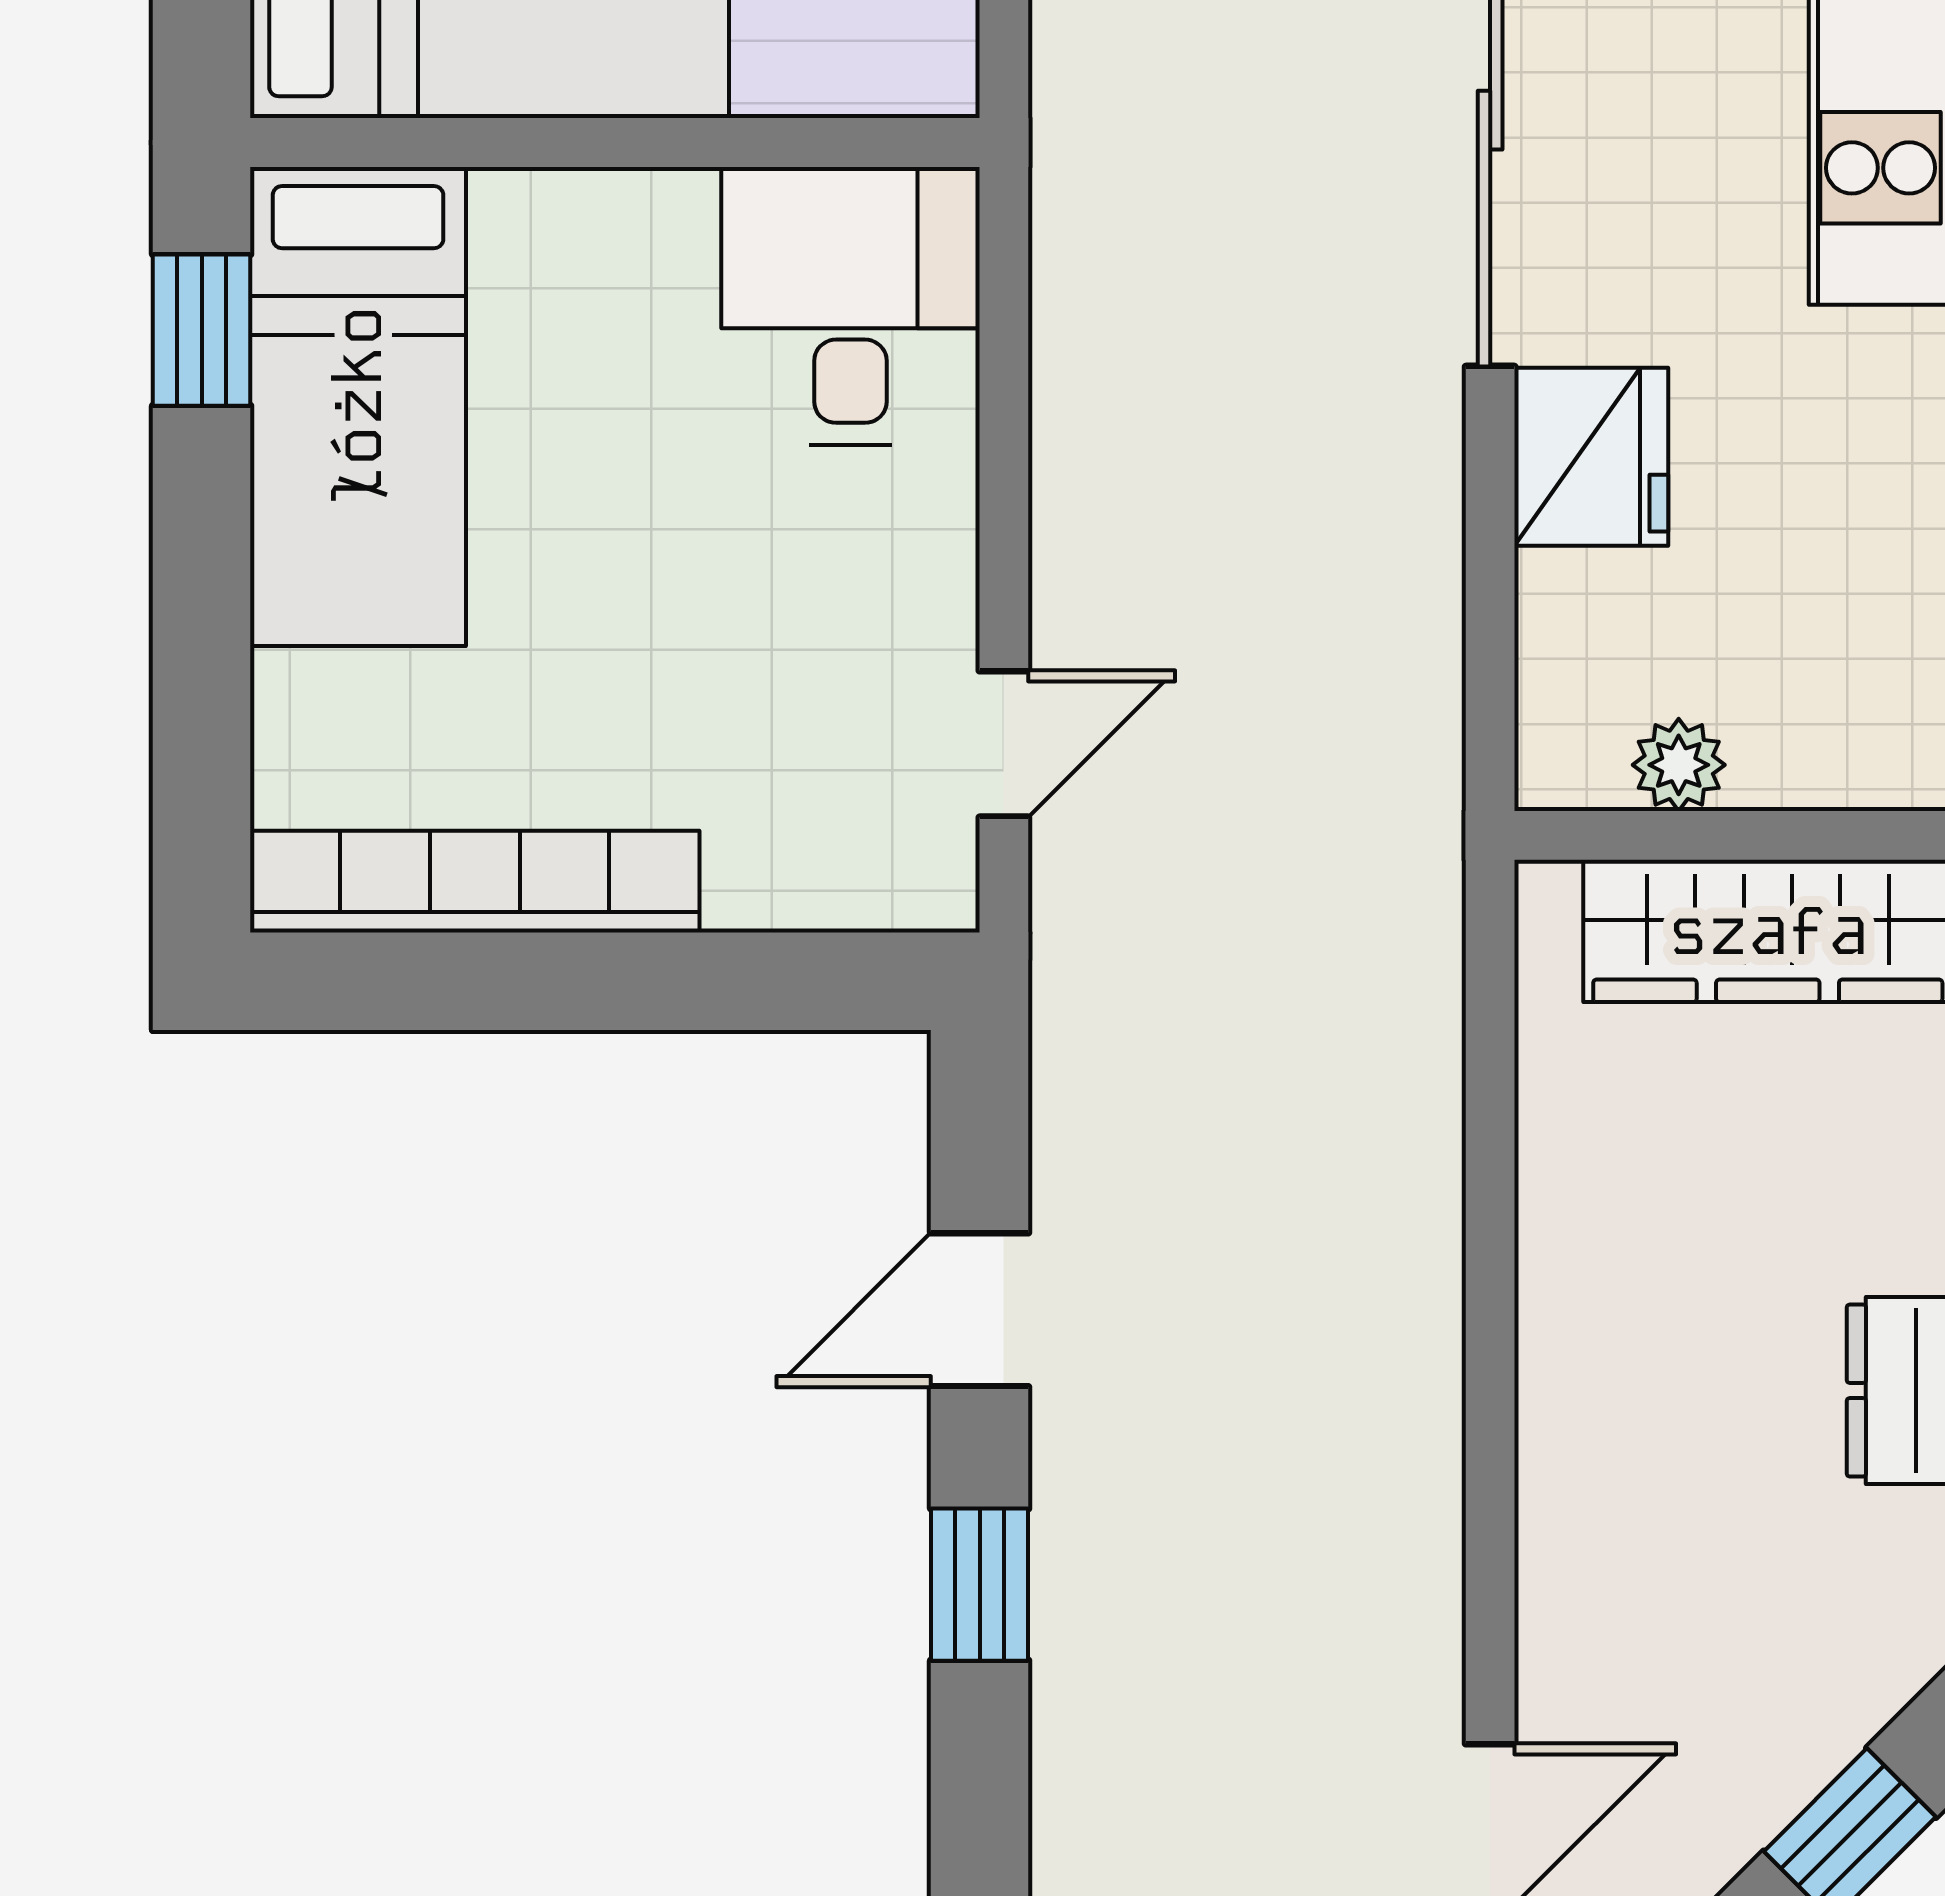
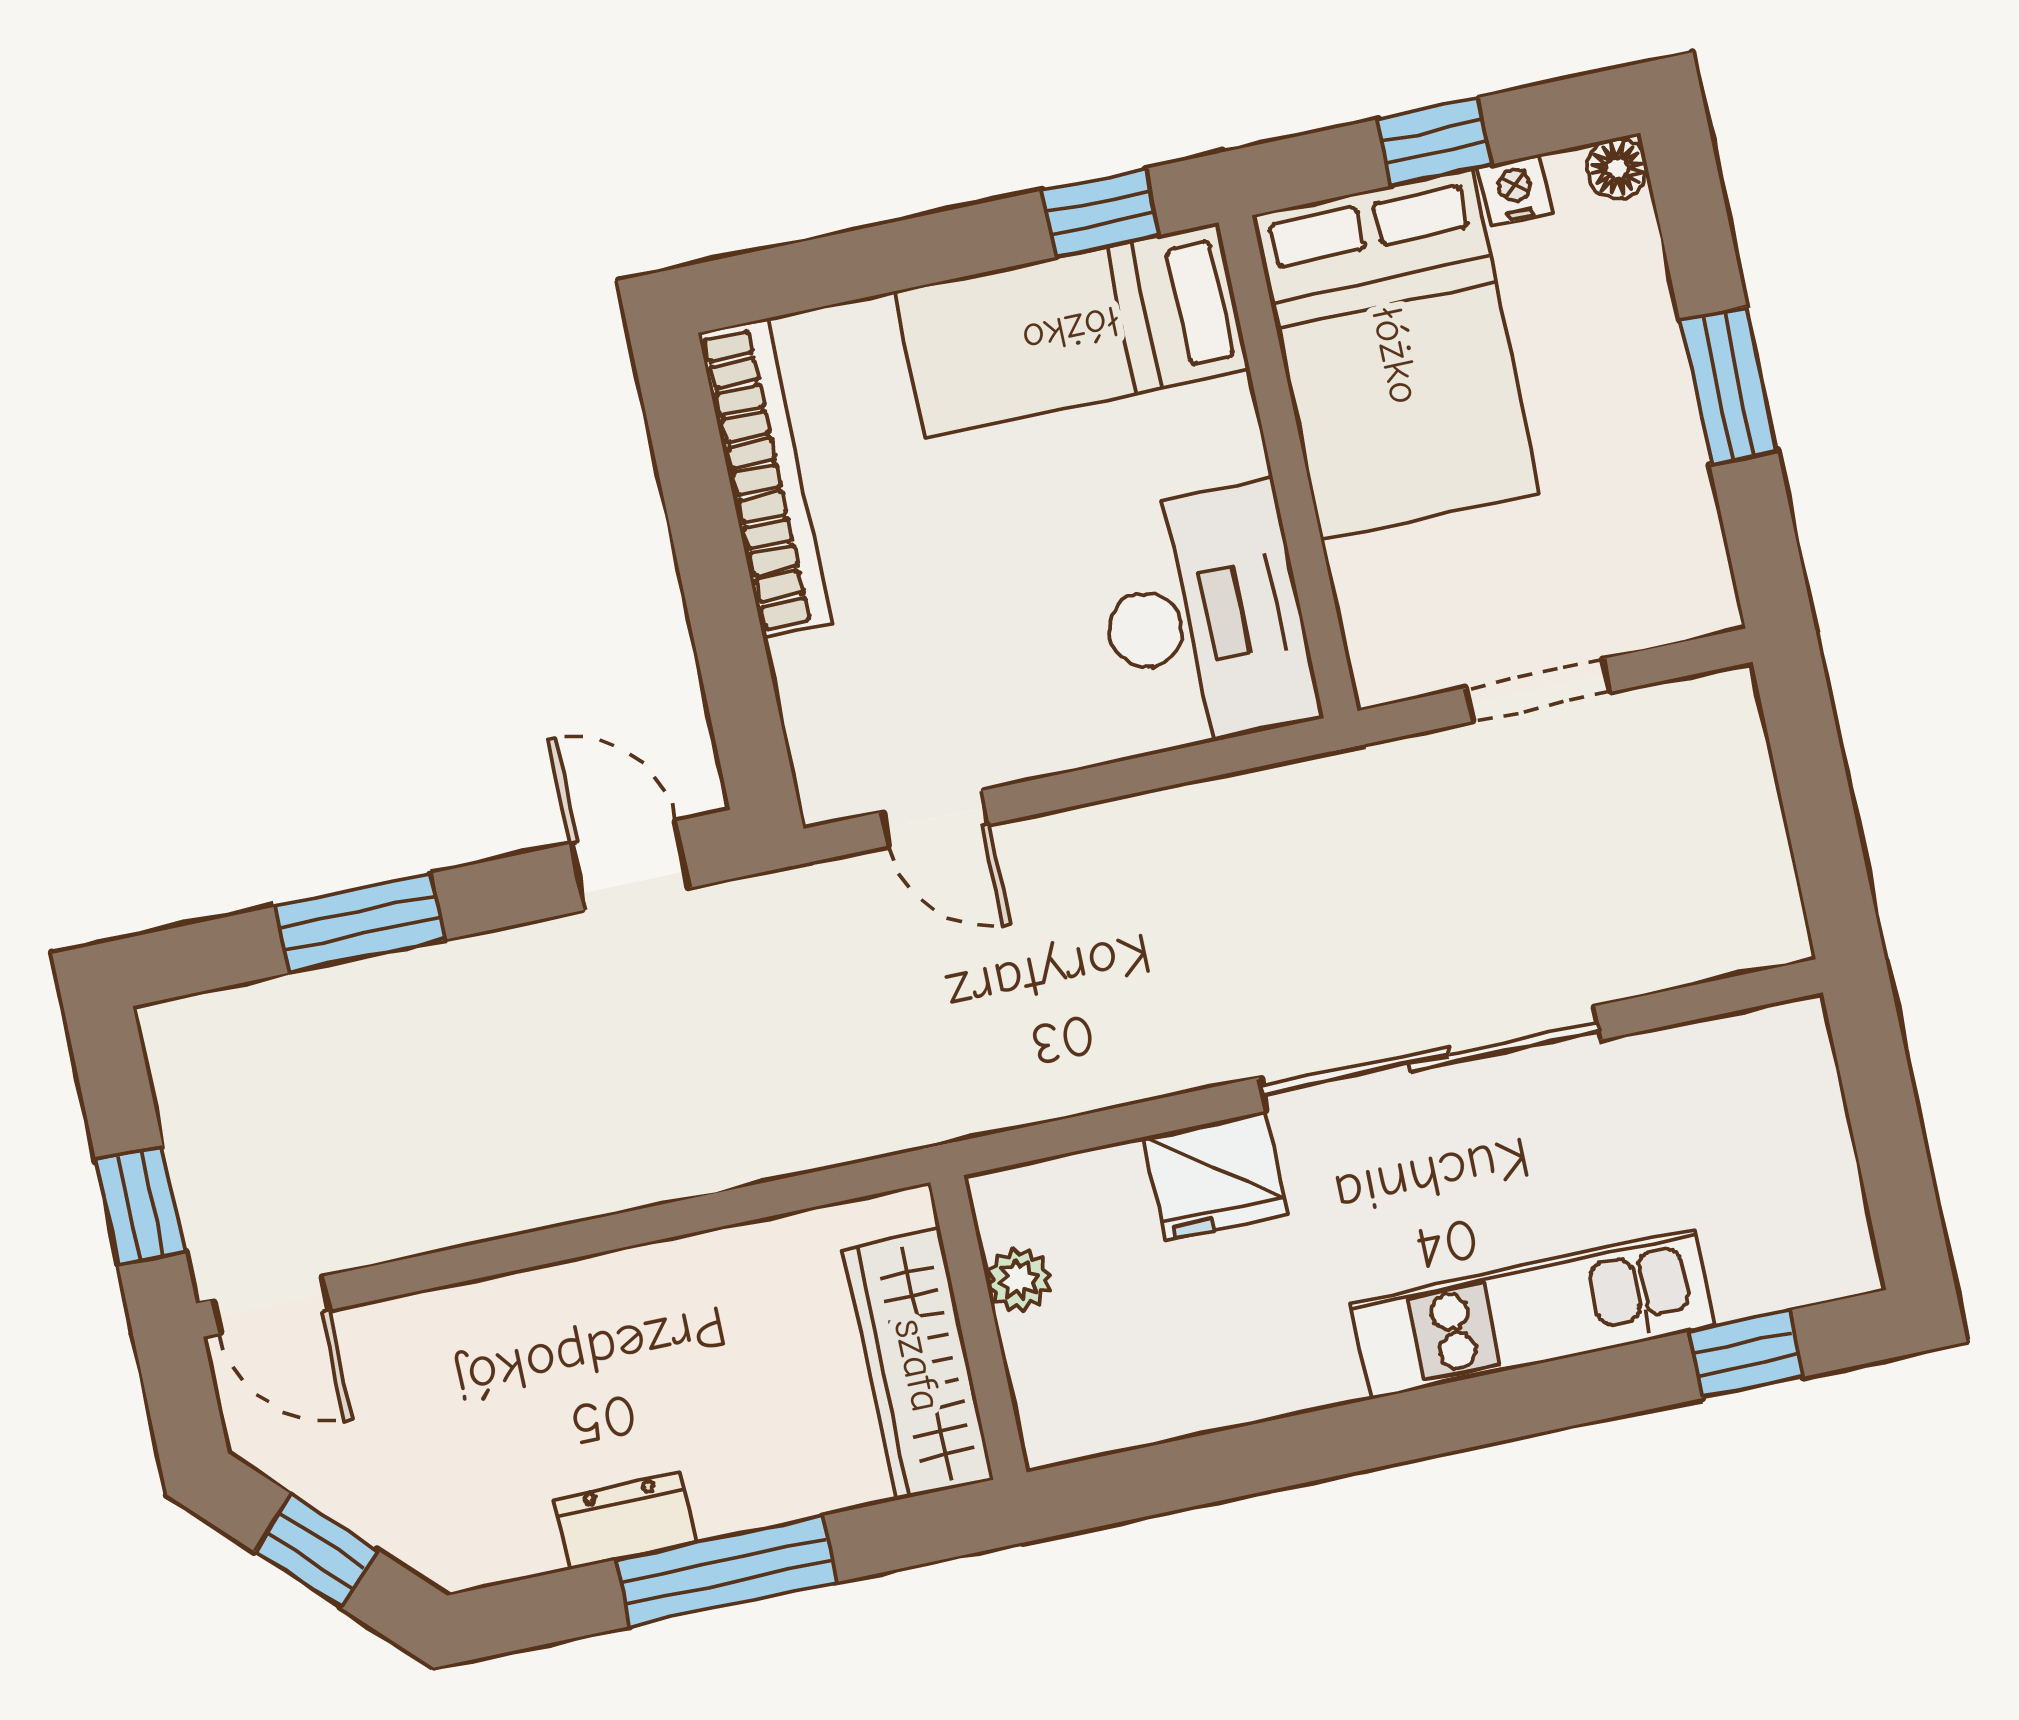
desk: (850, 306) -> (1204, 618), width x1.37
door: (980, 1310) -> (630, 866), moved
window: (980, 1585) -> (360, 923), width x1.50

